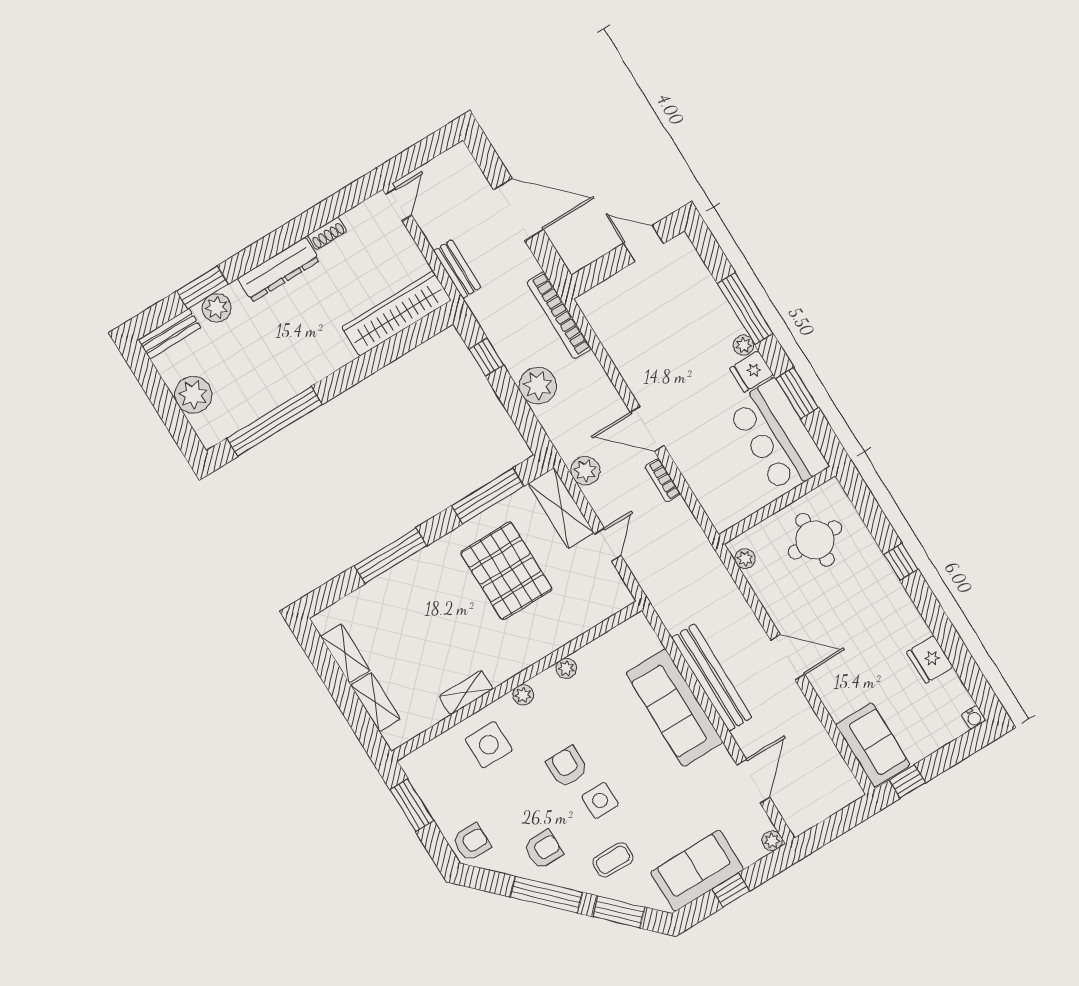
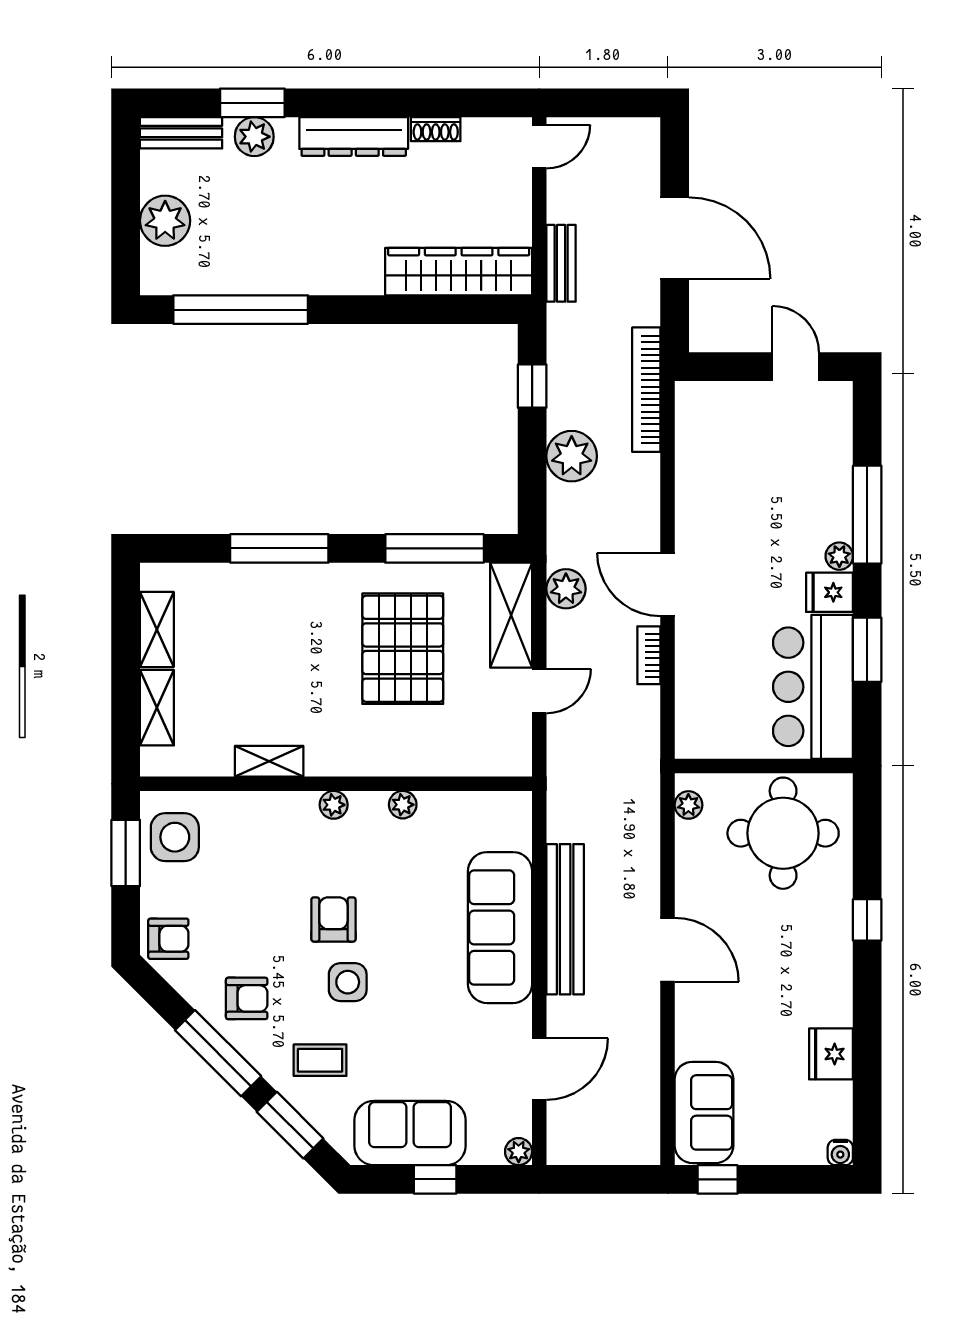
round table: (815, 540) -> (783, 833), width x1.36, depth x1.36
side table: (489, 745) -> (175, 837), moved

